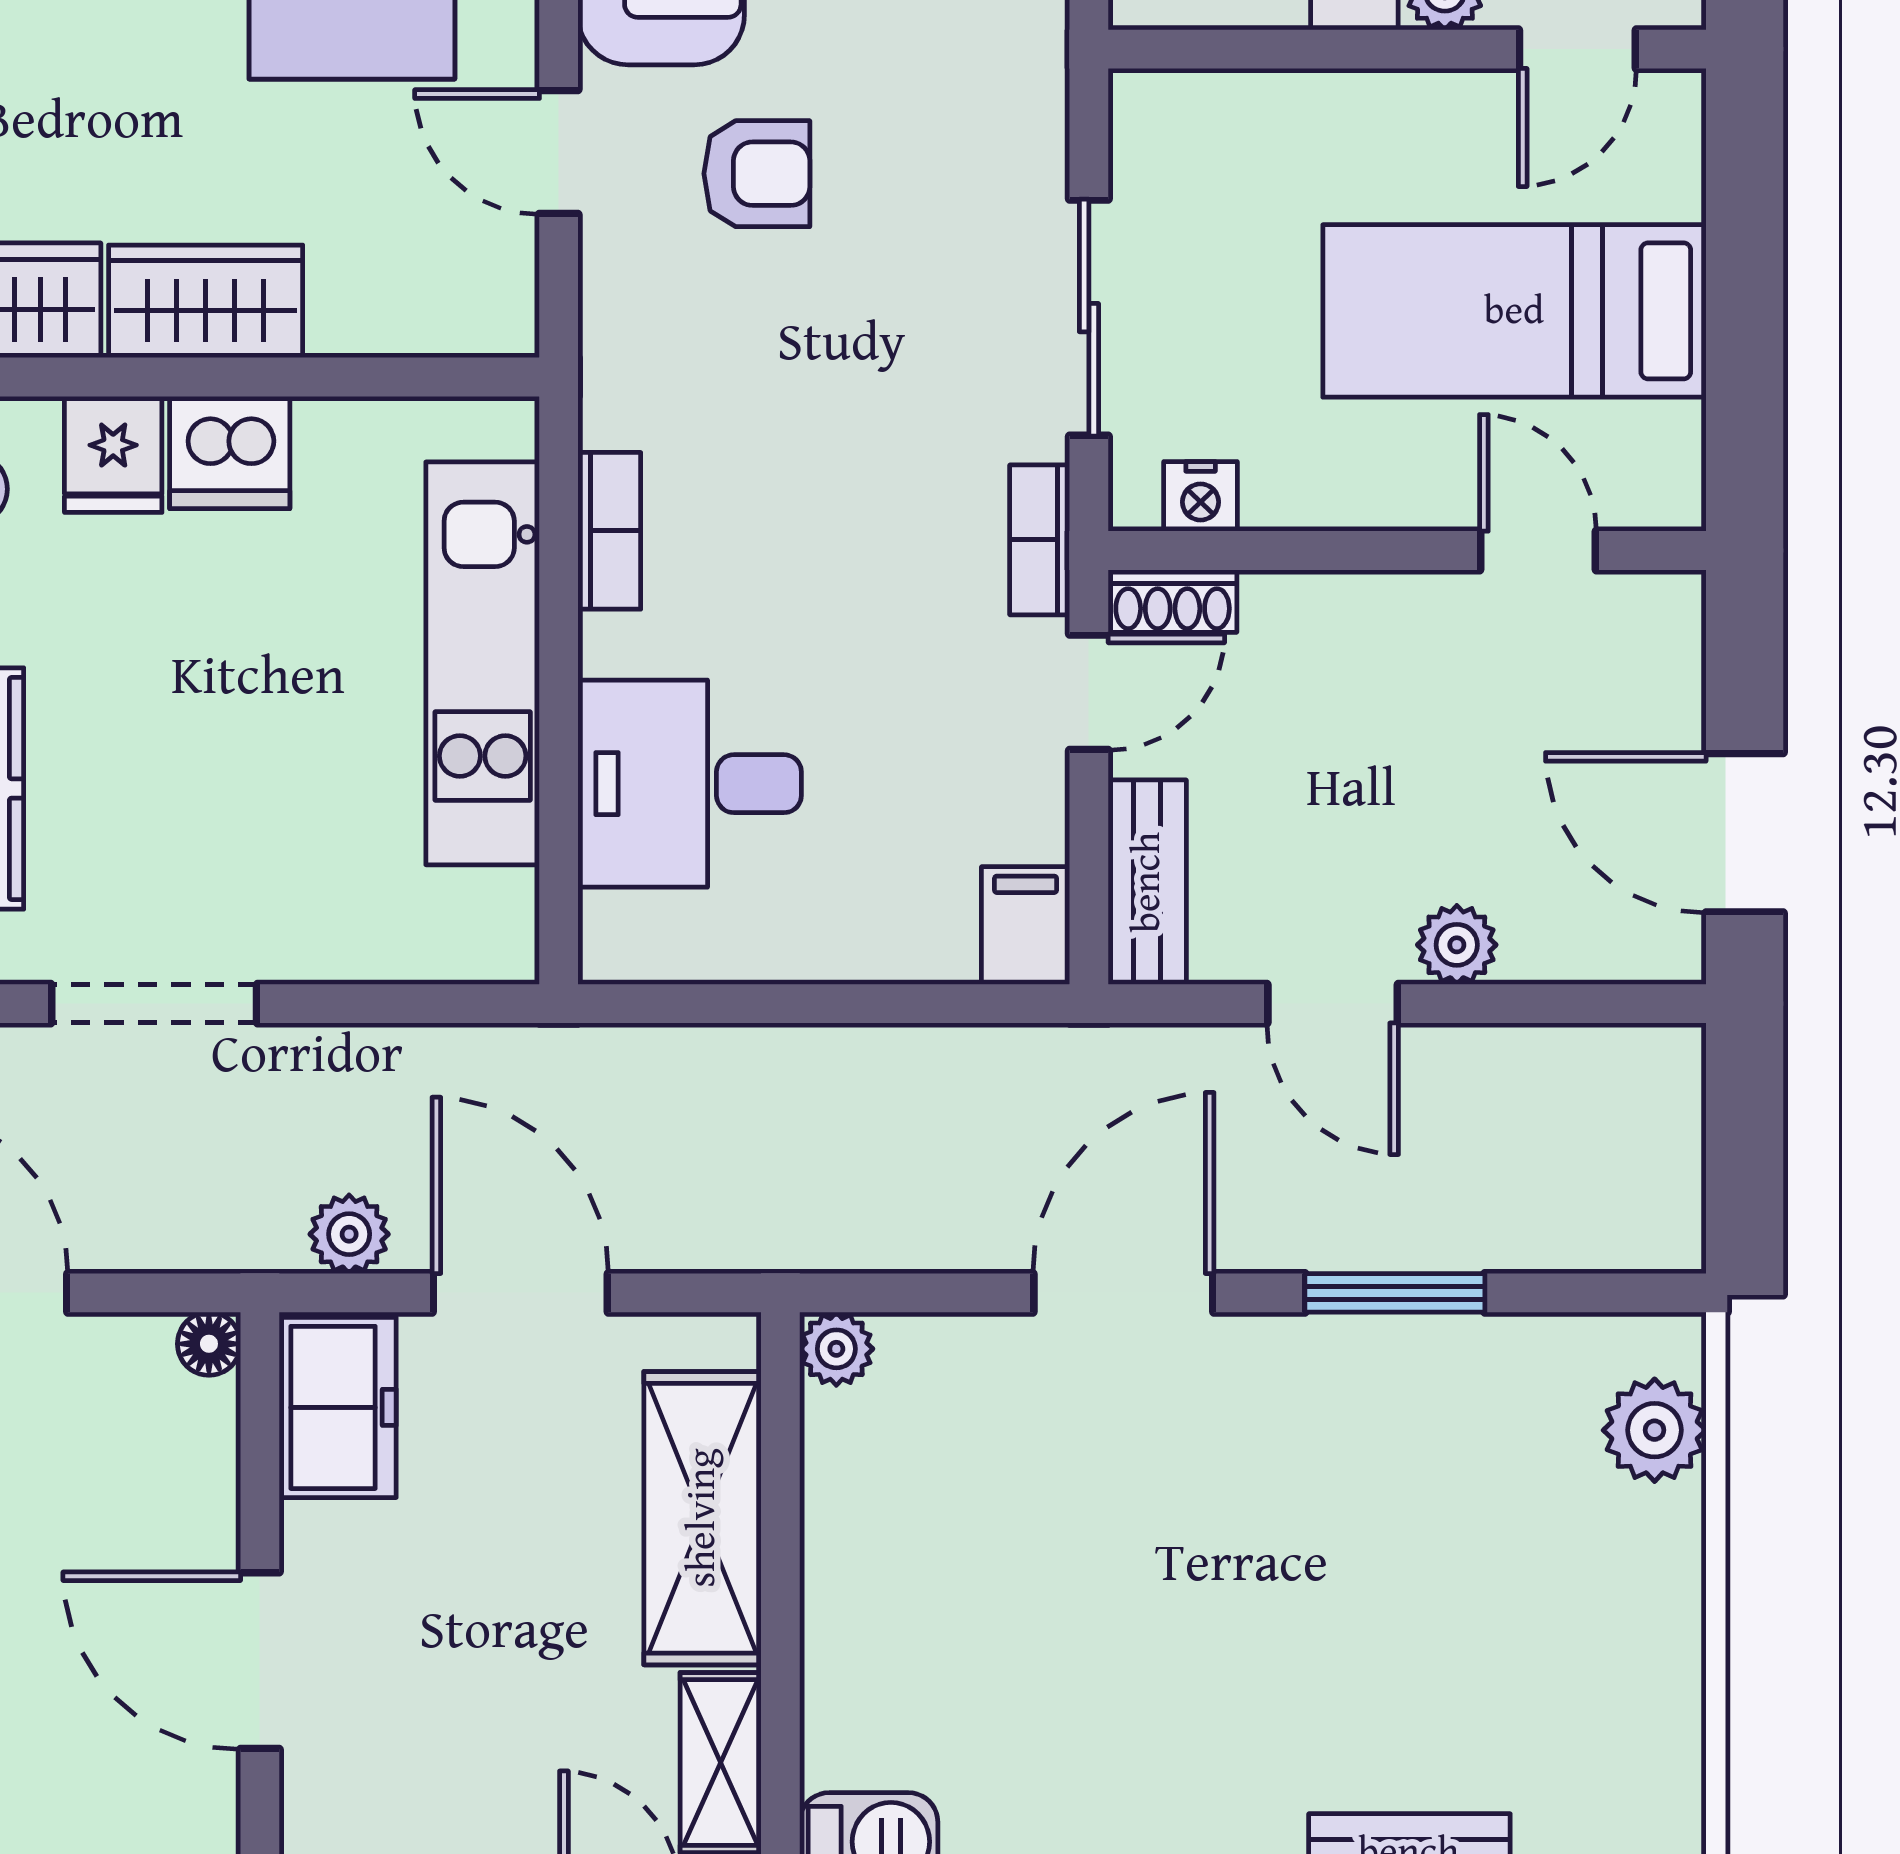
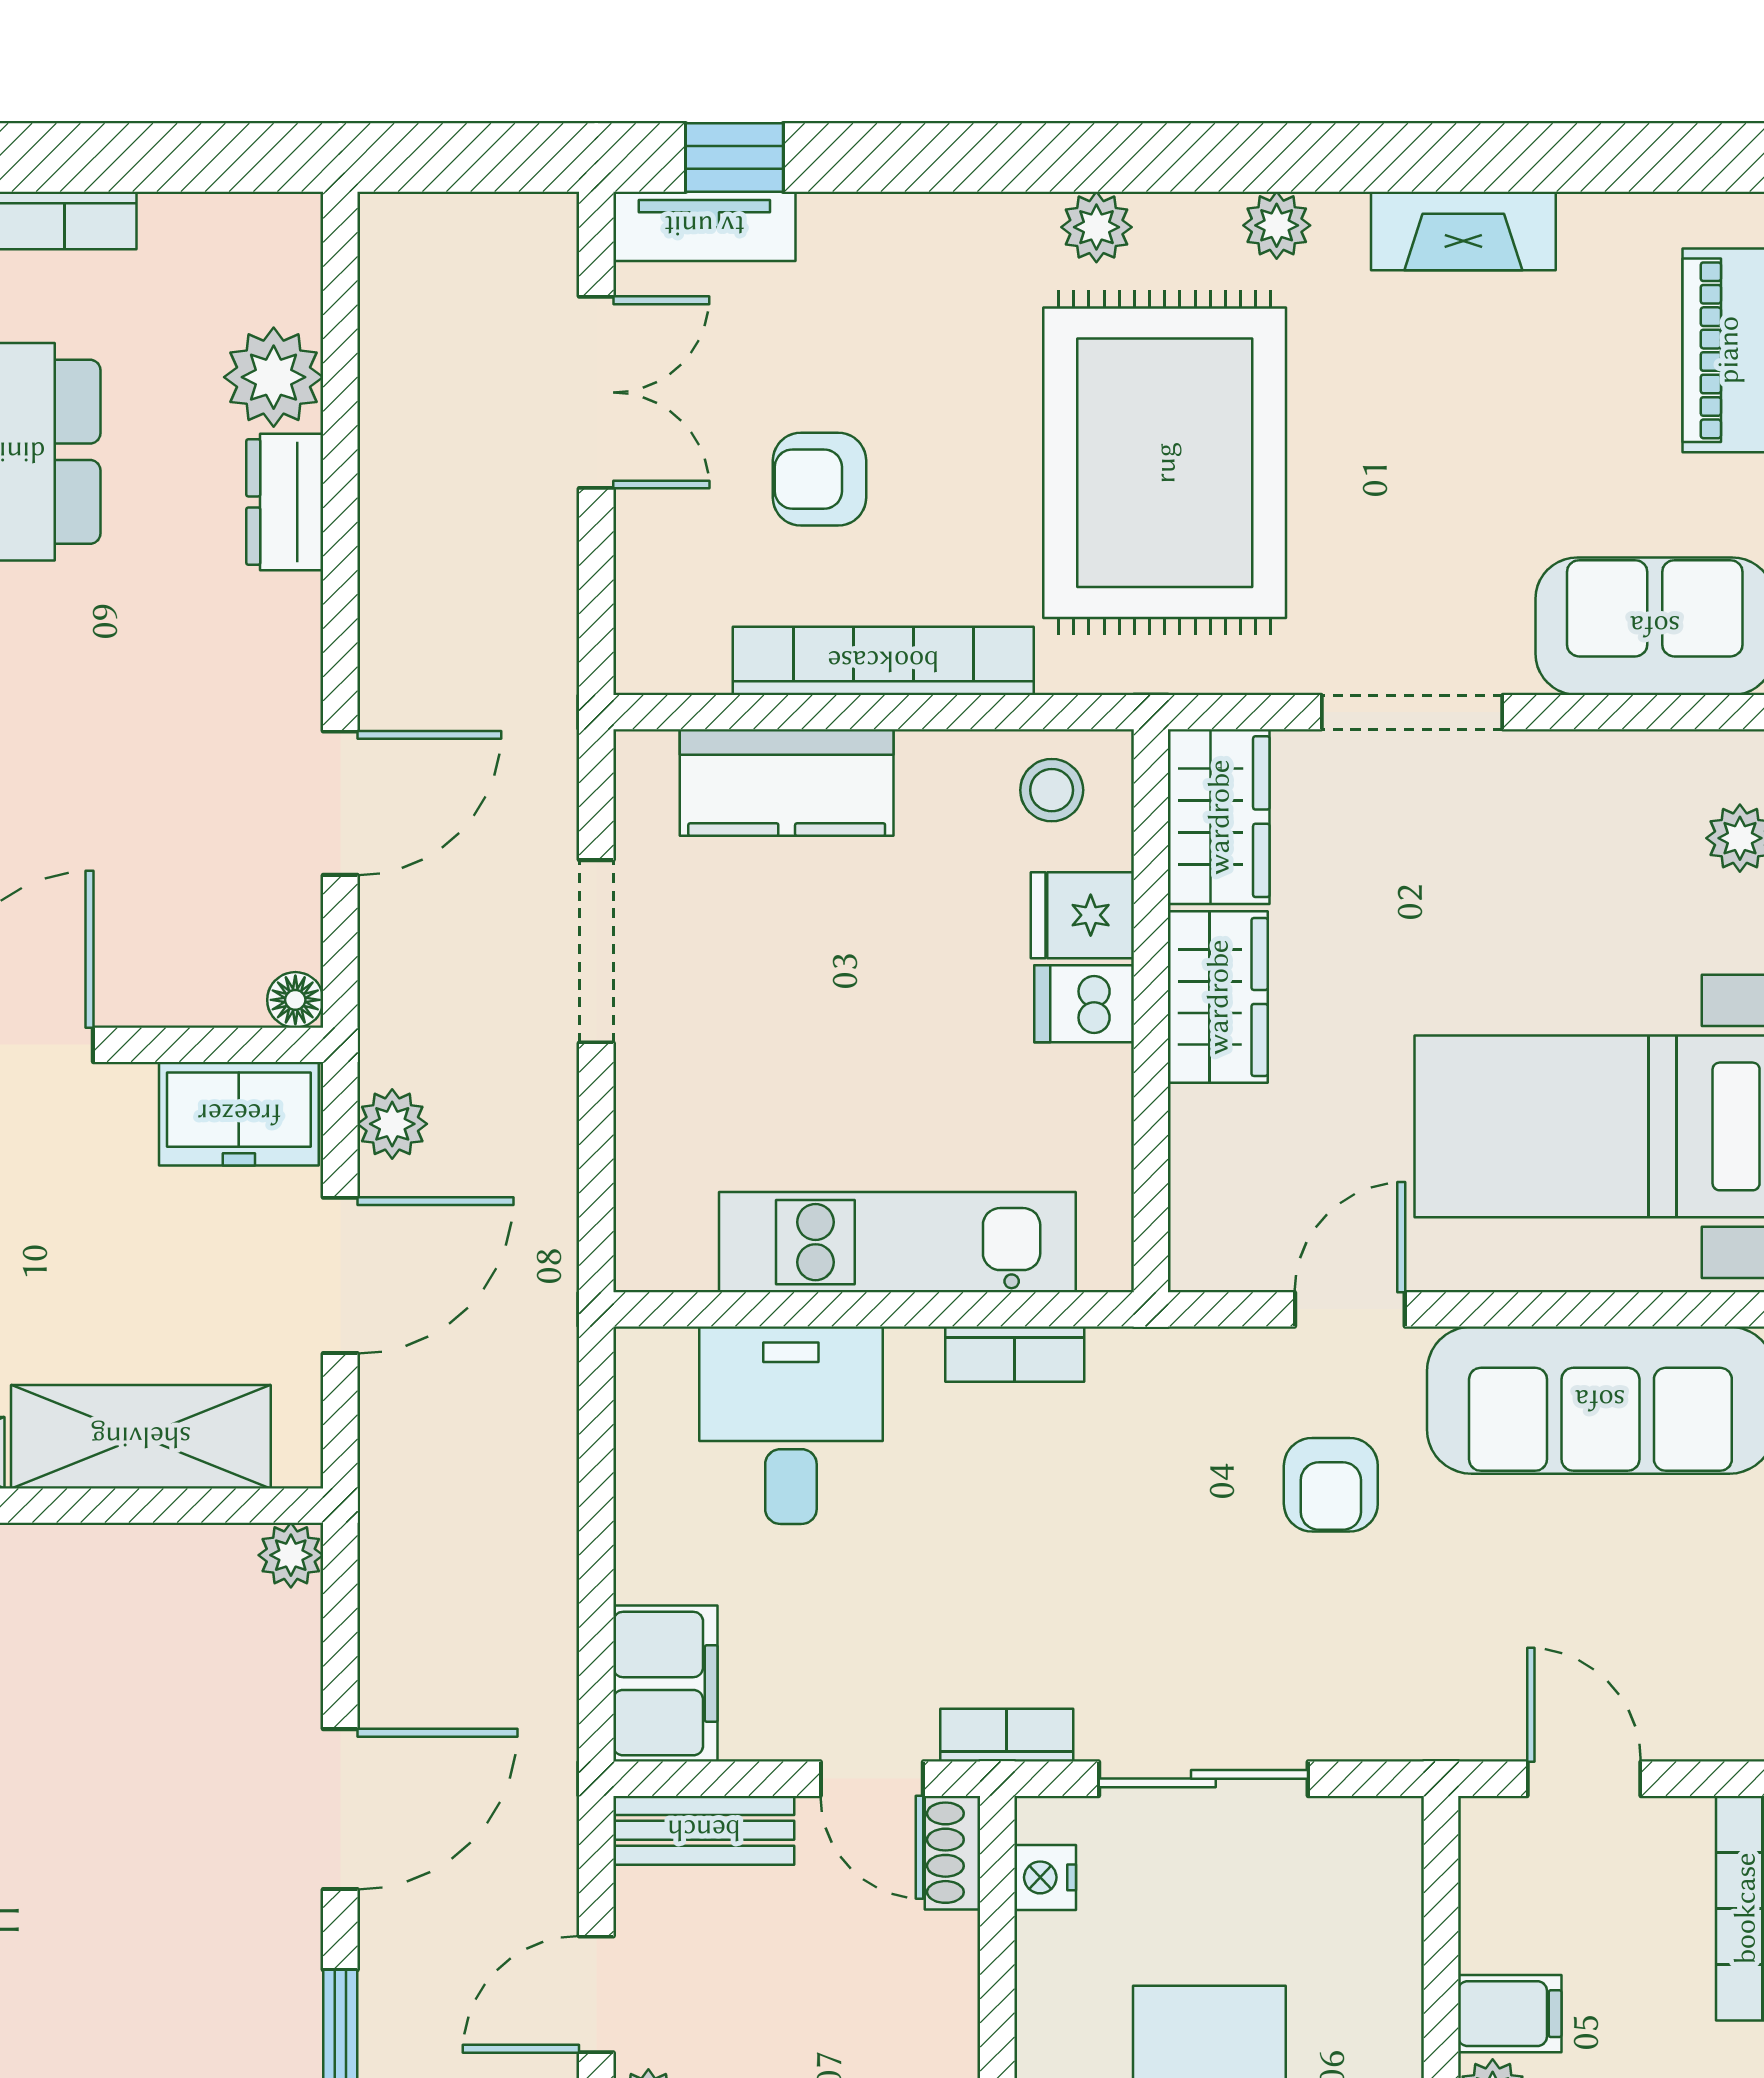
dishwasher: (230, 452) -> (1084, 1004), width x0.73
filing cabinet: (1026, 926) -> (665, 1684), width x2.00
door: (1123, 1293) -> (340, 1809), hinge flipped

